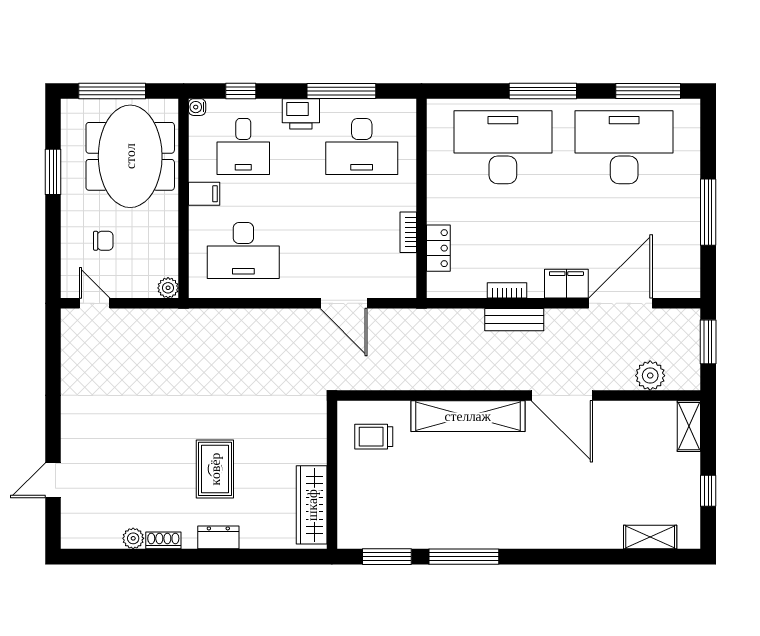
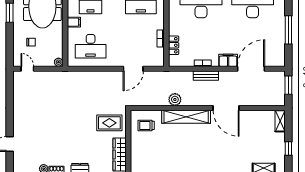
door: (344, 303) -> (133, 69), hinge flipped
plant: (650, 376) -> (175, 99), moved
rug: (215, 469) -> (109, 123), moved, turned 90

